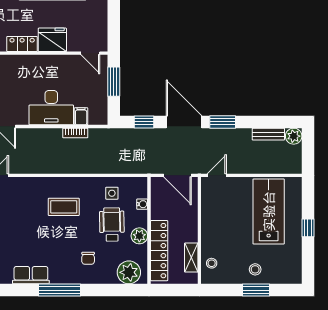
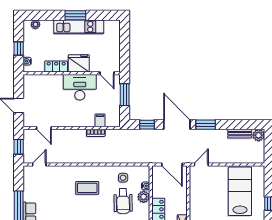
desk: (51, 108) -> (80, 87), moved, turned 180
wheelchair: (112, 225) -> (123, 201), turned 180
plant: (139, 236) -> (144, 197), moved

